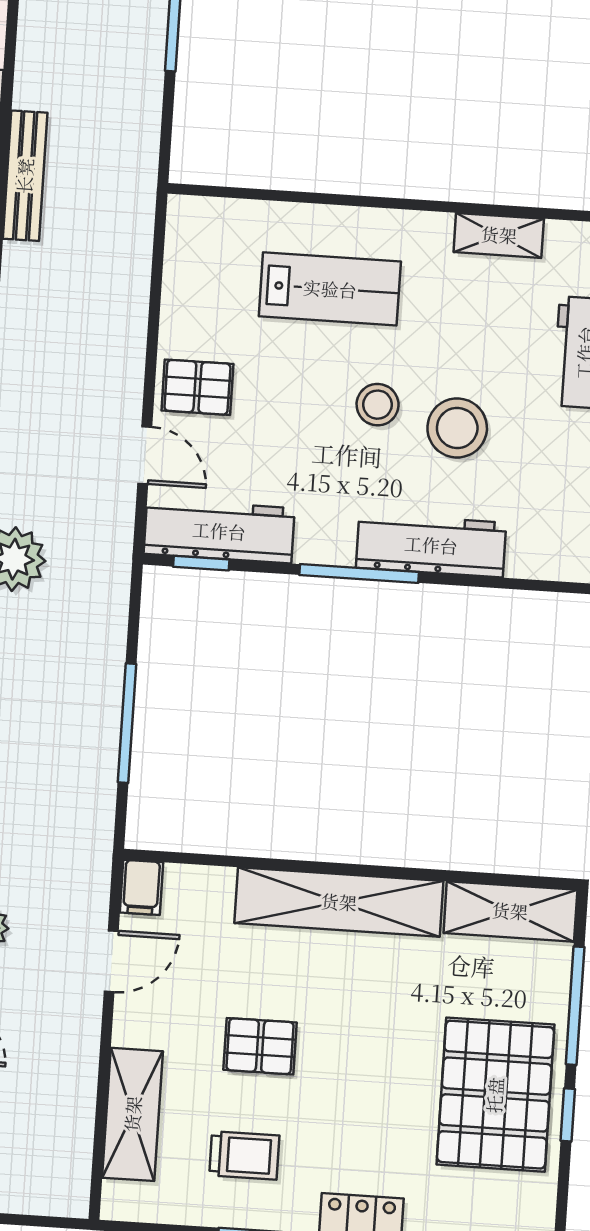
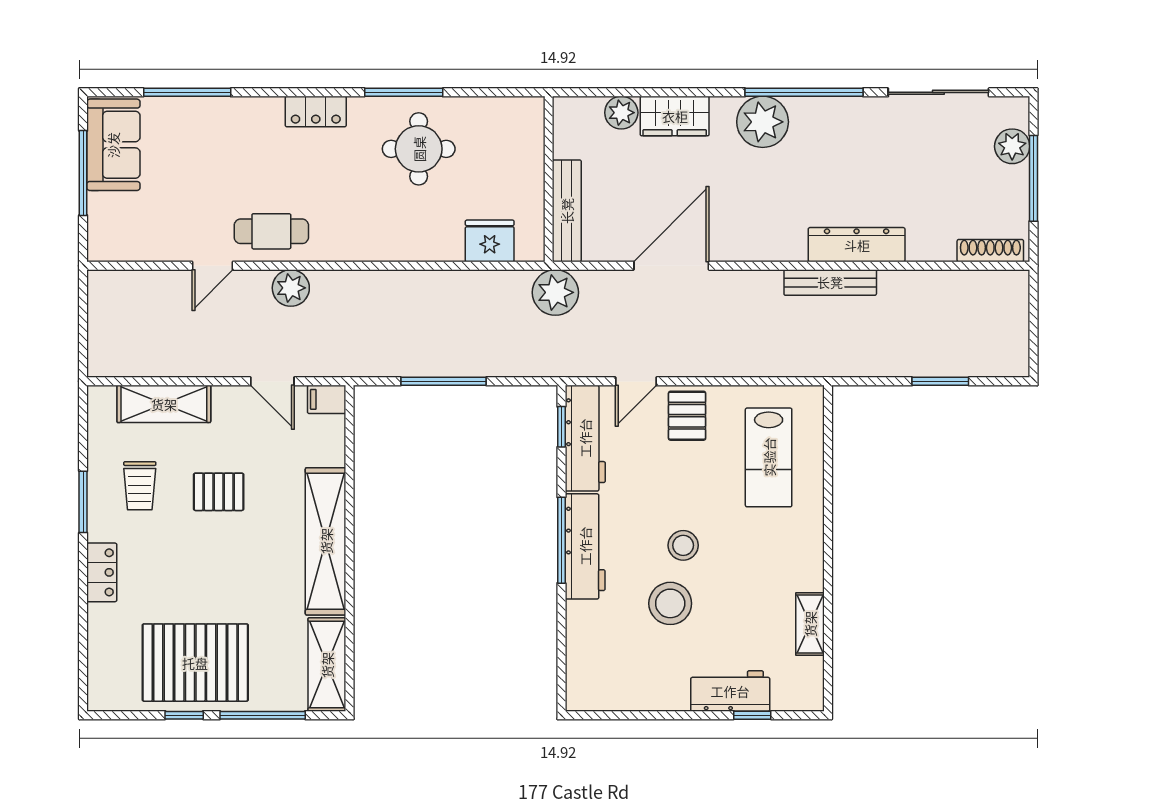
lab bench: (330, 289) -> (769, 457), moved
workbench: (431, 545) -> (585, 546), moved
pallet: (260, 1046) -> (219, 492), turned 90

